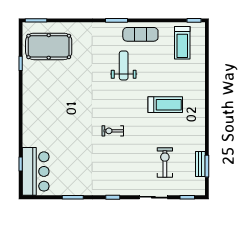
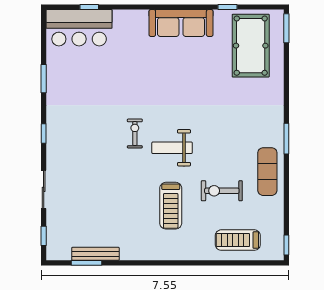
treadmill: (182, 43) -> (238, 240), moved
weight bench: (124, 65) -> (172, 148), moved, turned 180
sofa: (32, 97) -> (181, 23), added
exercise bike: (165, 162) -> (222, 191), moved, turned 180
bench: (200, 164) -> (95, 254), width x1.36

